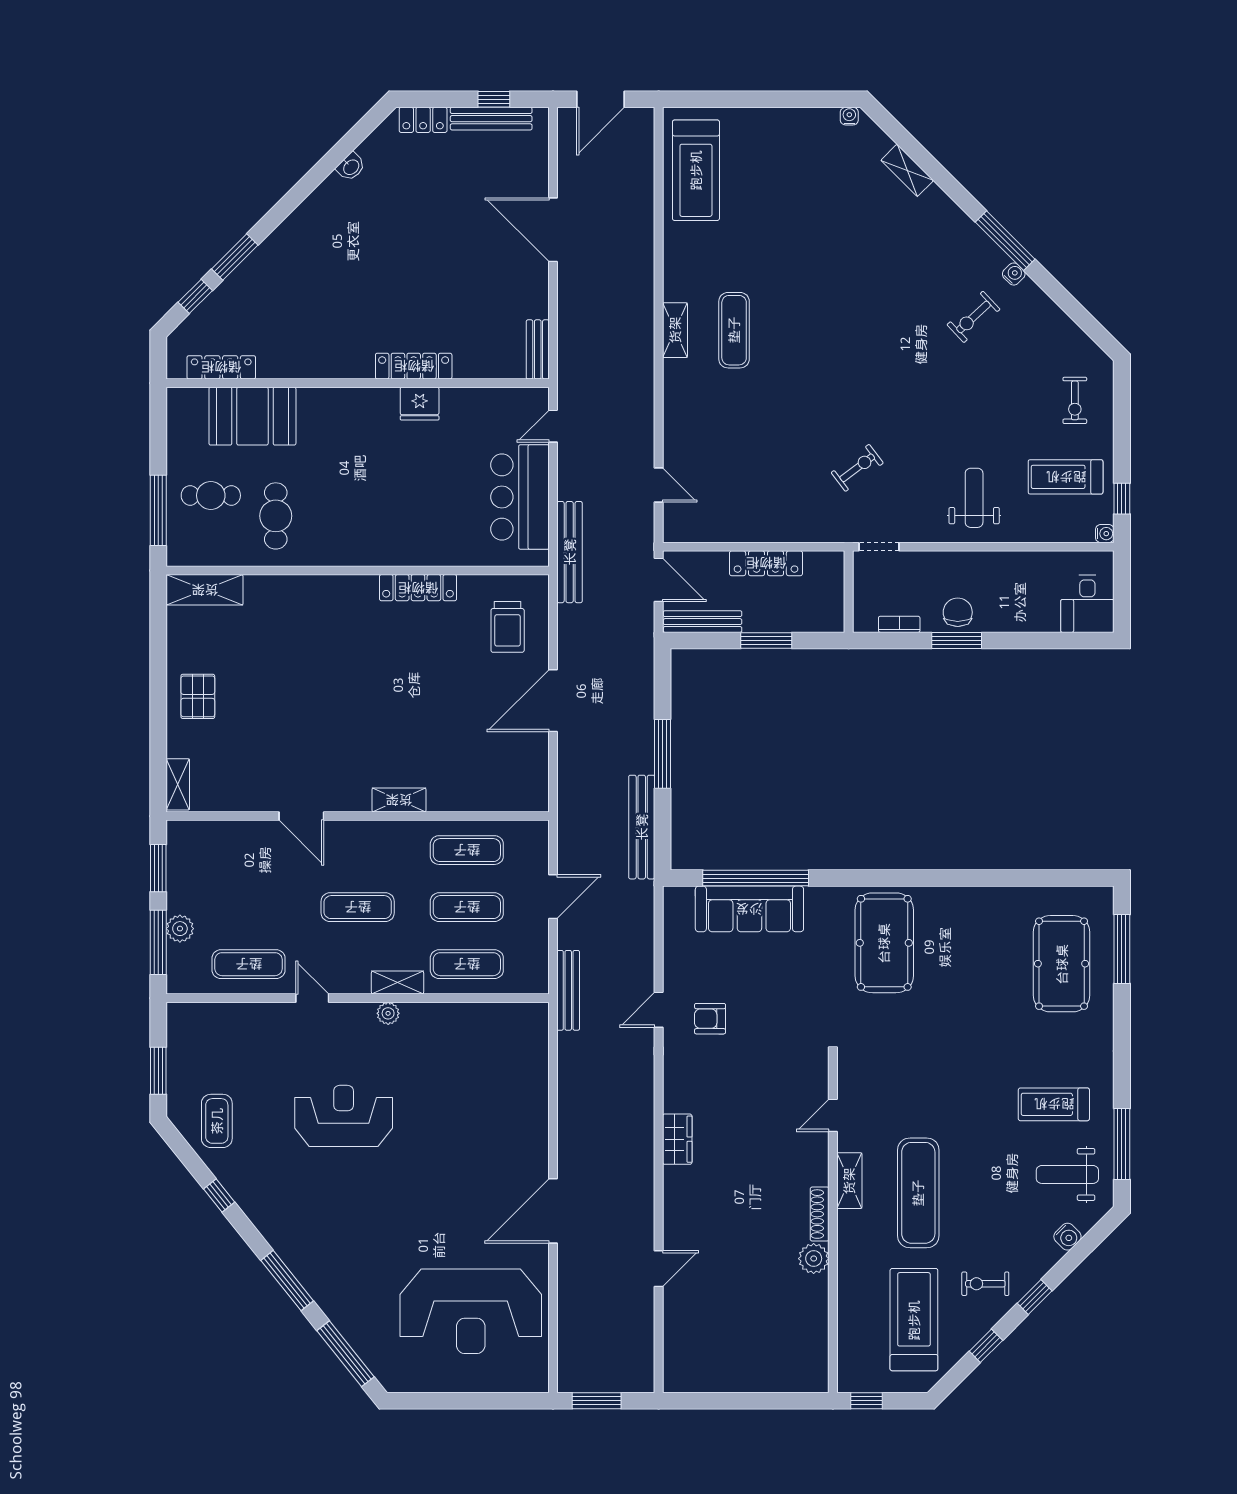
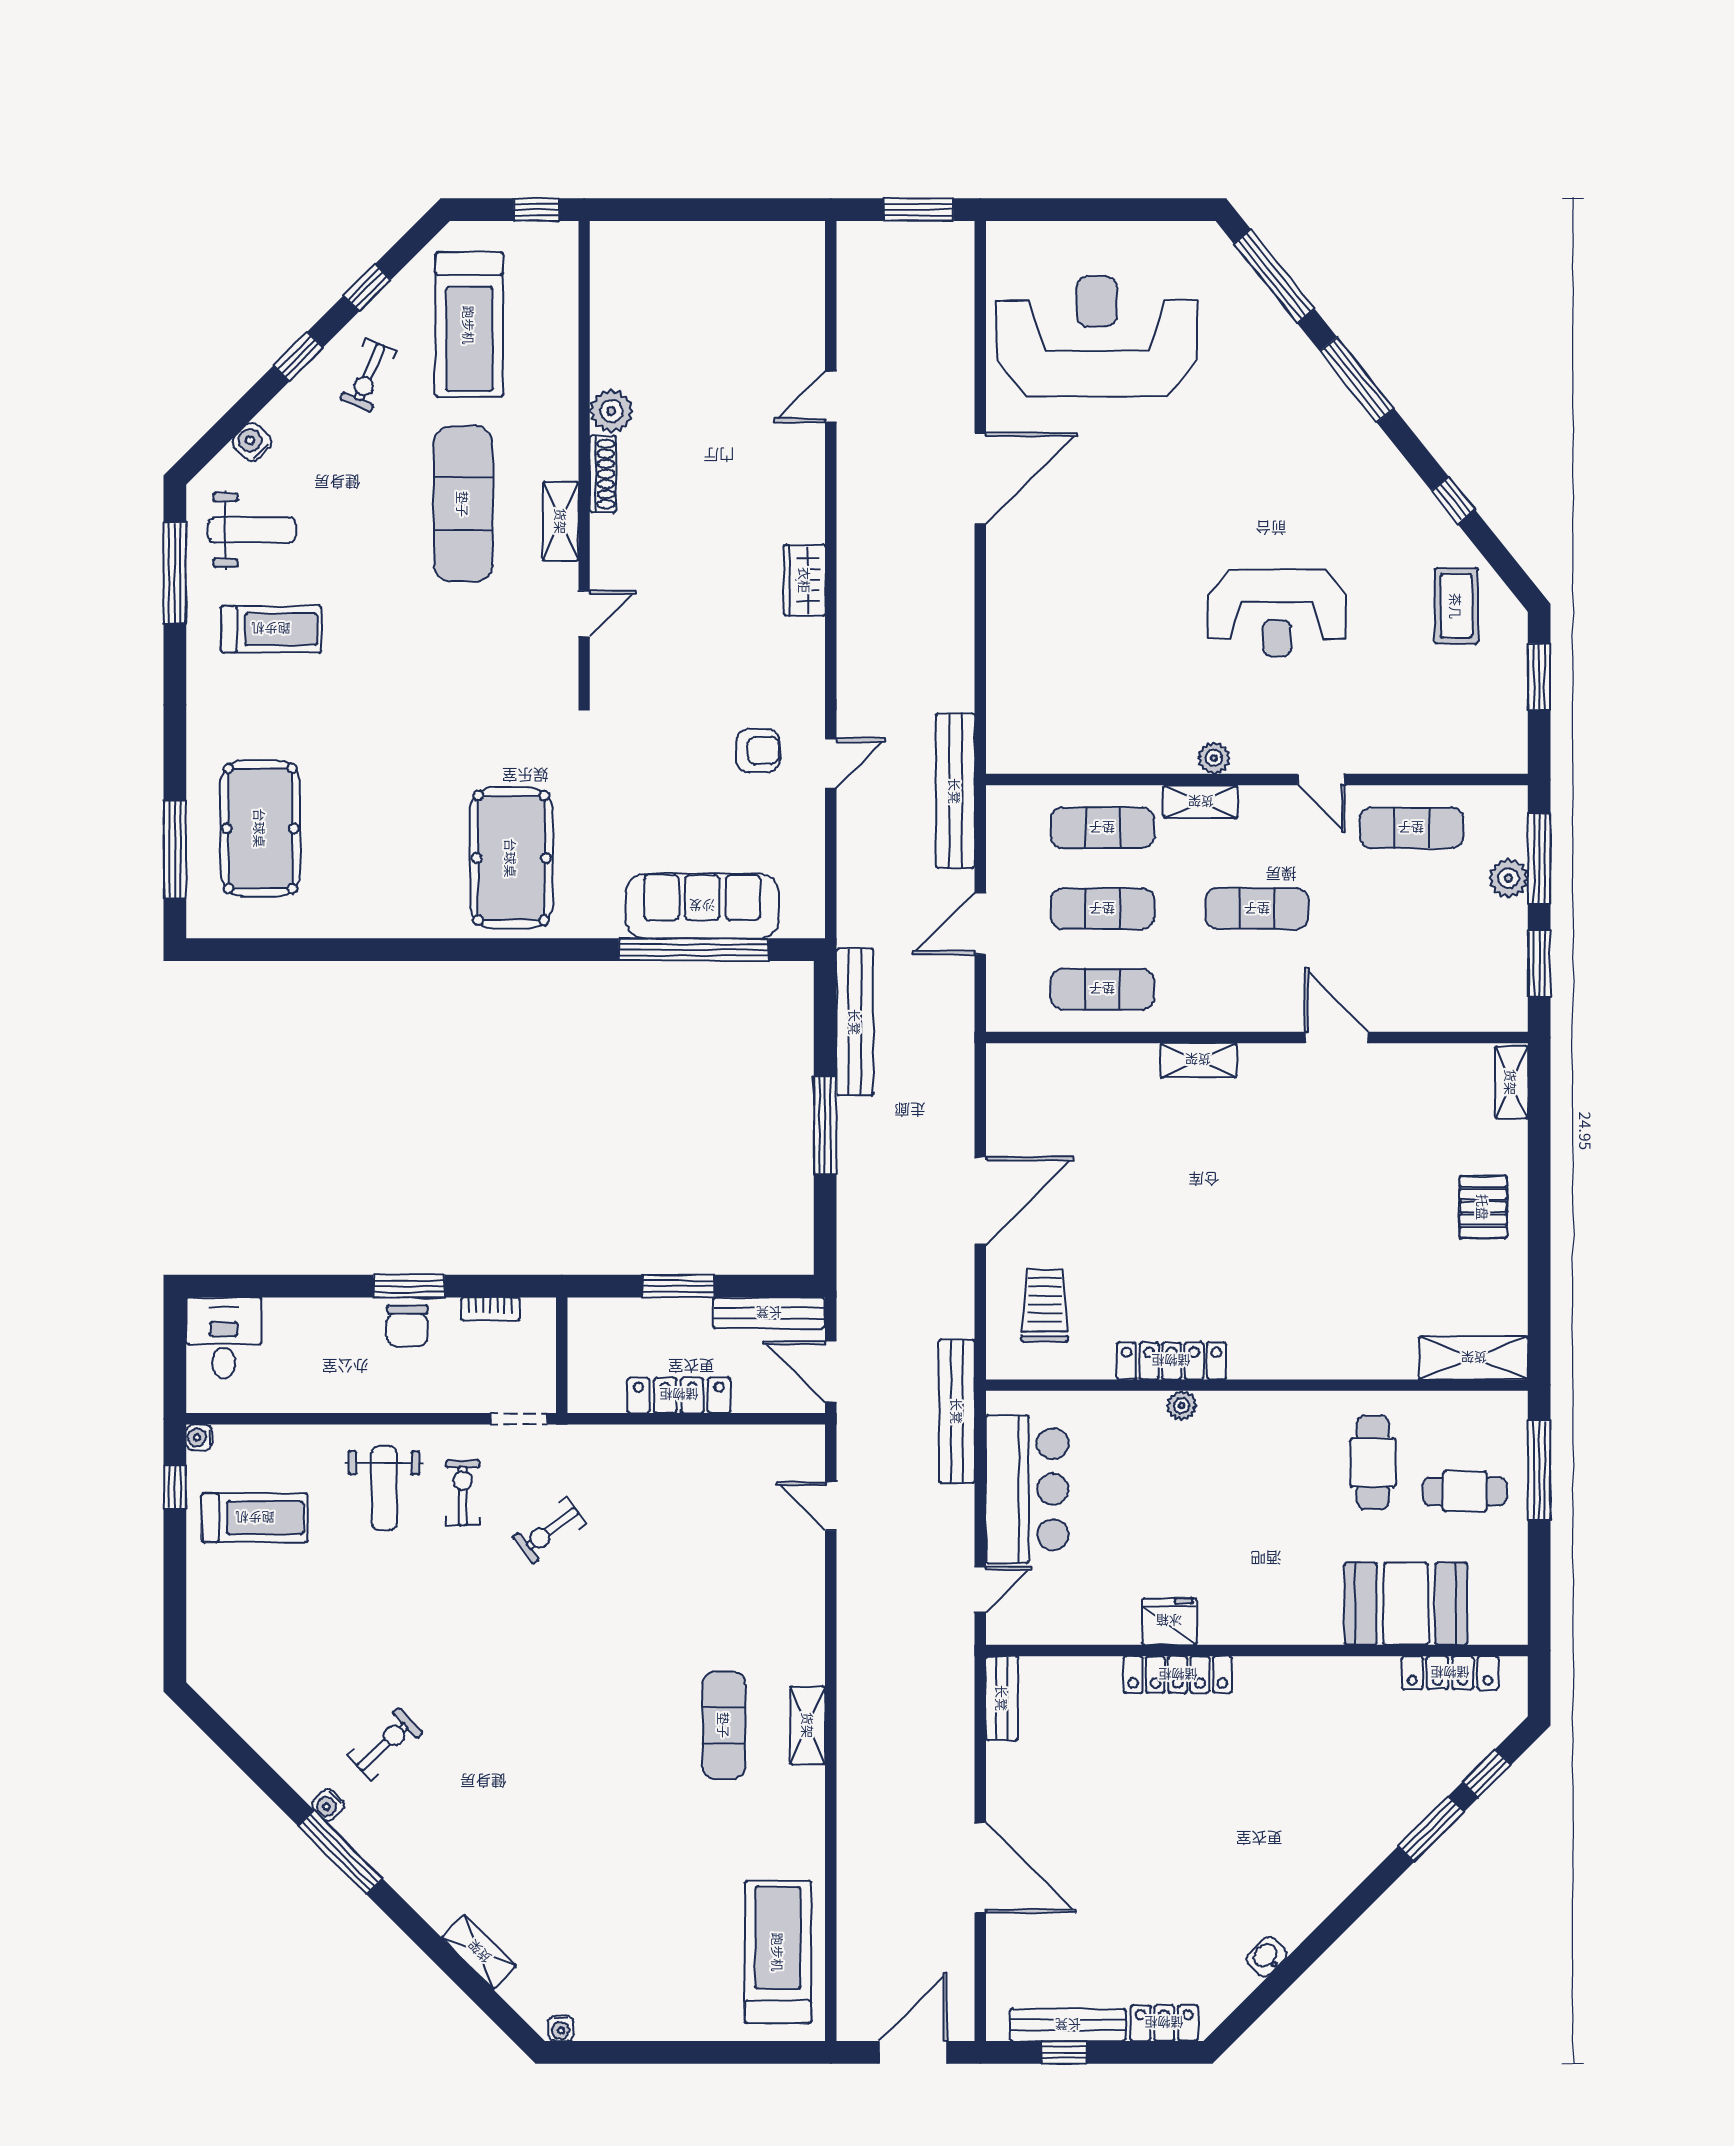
exercise bike: (1075, 400) -> (463, 1493), moved
plant: (411, 556) -> (1182, 1405), added
bench: (568, 990) -> (955, 791), width x1.37, depth x1.21
exercise bike: (985, 1284) -> (368, 375), turned 113

